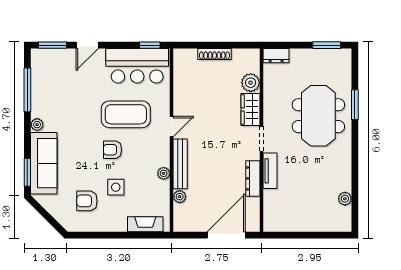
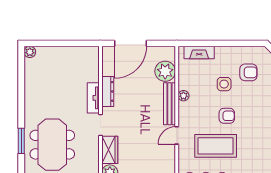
window: (355, 105) -> (21, 141), moved
plant: (180, 197) -> (165, 71), width x1.88, depth x1.88
plant: (345, 199) -> (30, 52), moved

